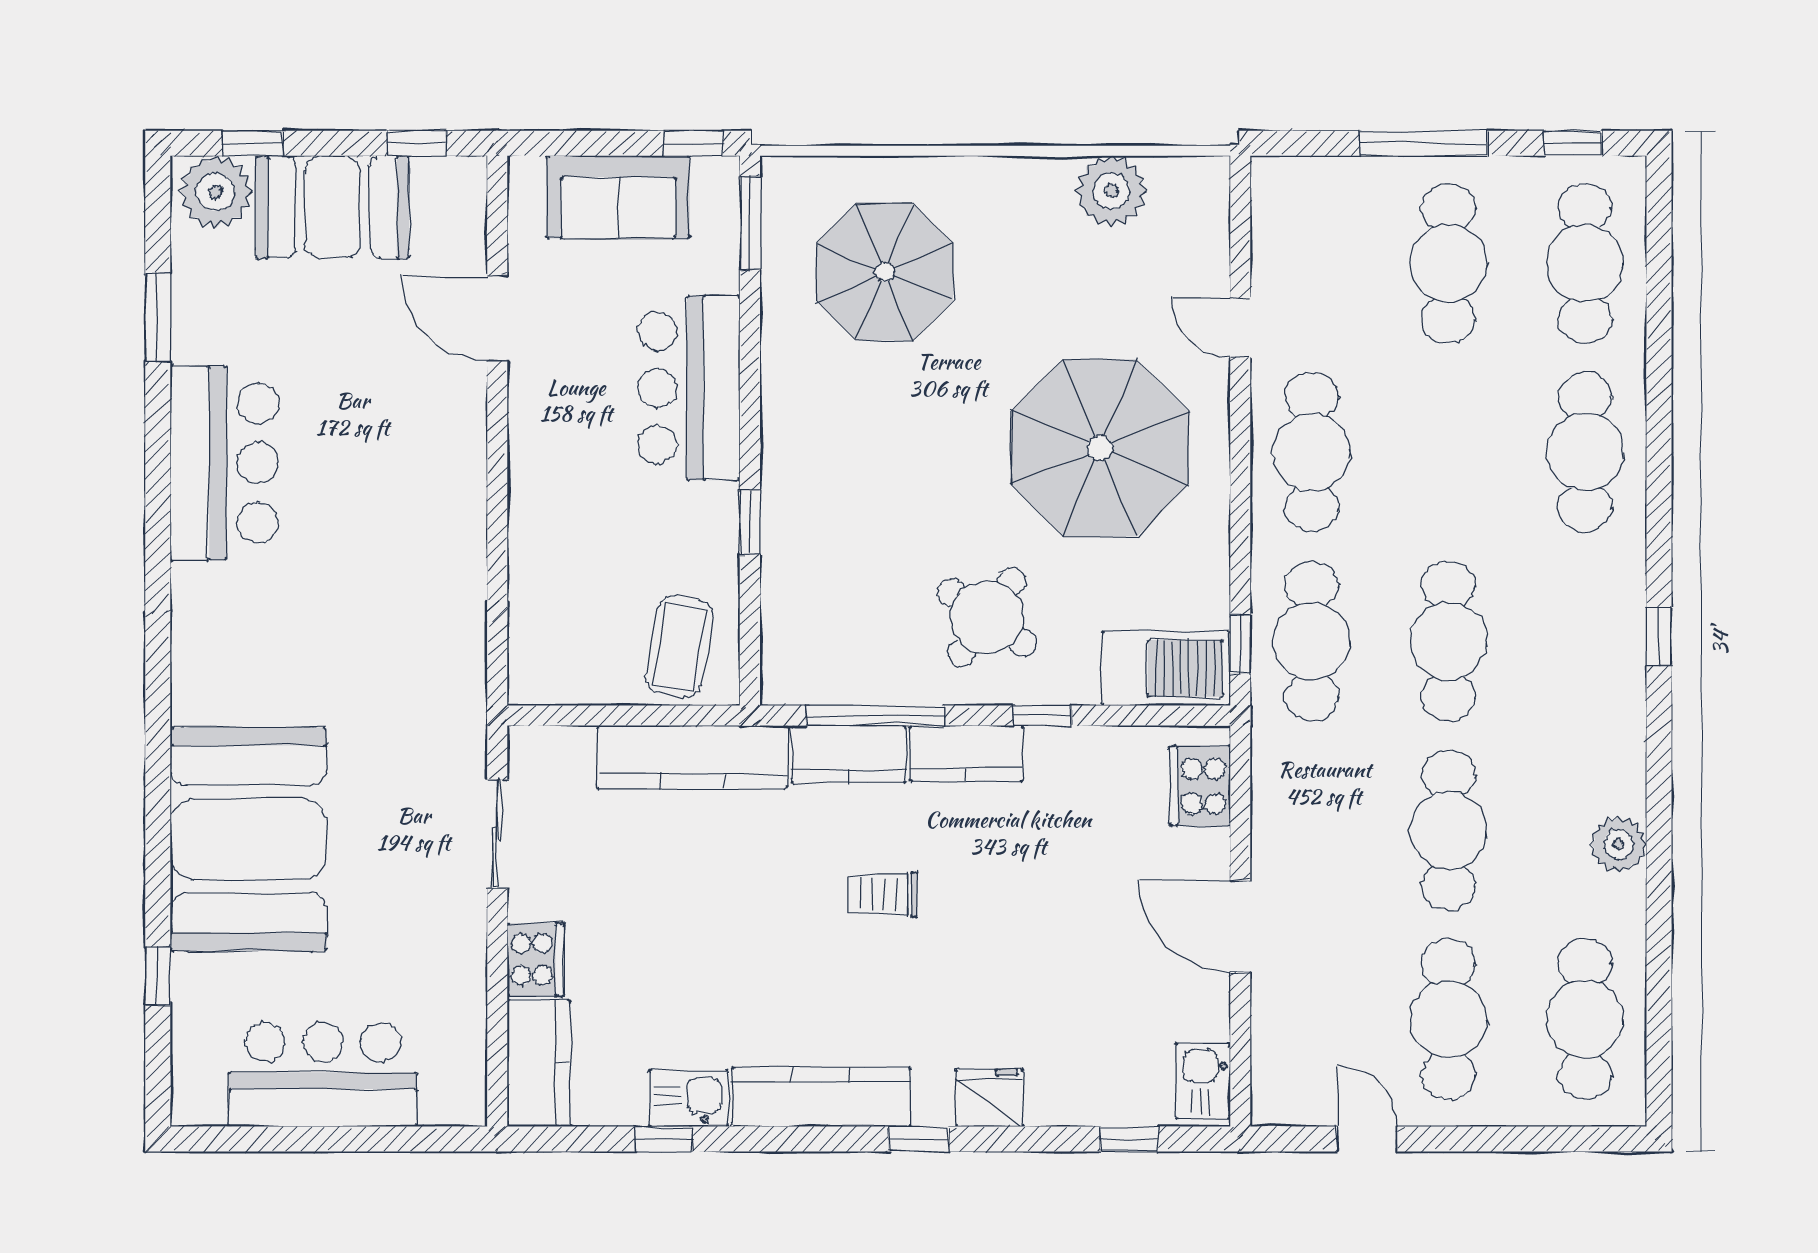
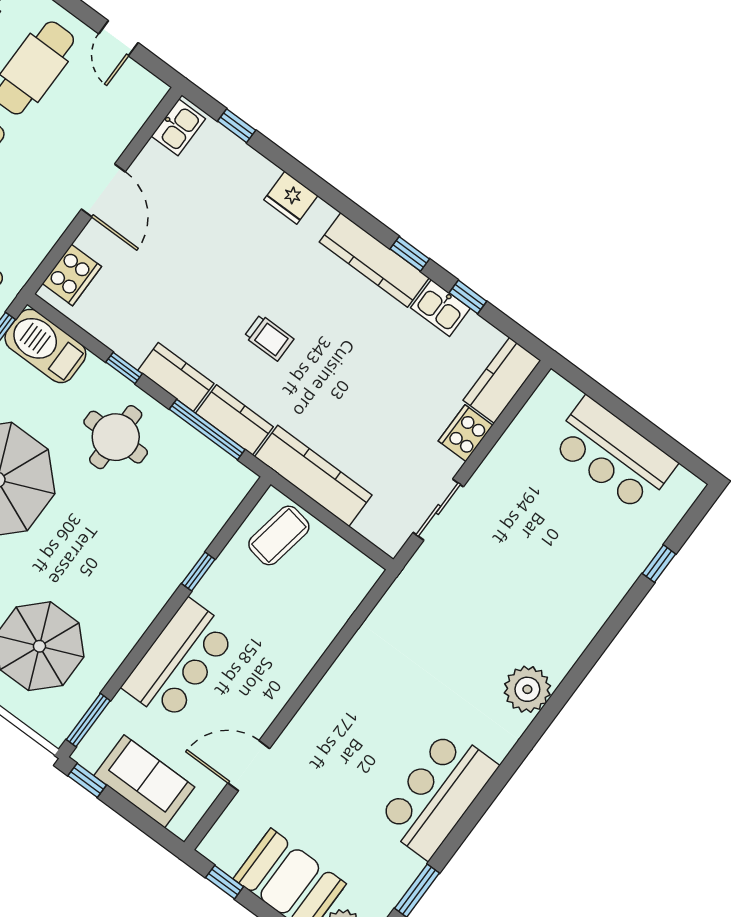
door: (497, 318) -> (249, 766), swing flipped
round table: (987, 617) -> (116, 437), turned -35
plant: (208, 686) -> (527, 689), added
booth: (248, 839) -> (564, 598), removed
window: (919, 1139) -> (410, 254), moved

